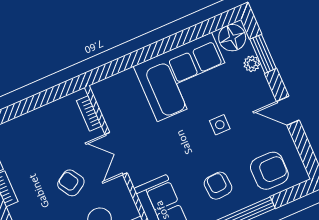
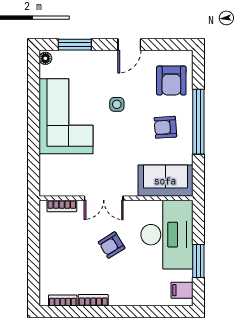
floor lamp: (232, 38) -> (45, 58), width x0.53, depth x0.53
plant: (252, 64) -> (79, 57), removed
armchair: (269, 171) -> (171, 81), turned 180

